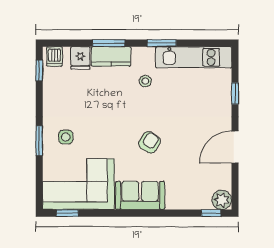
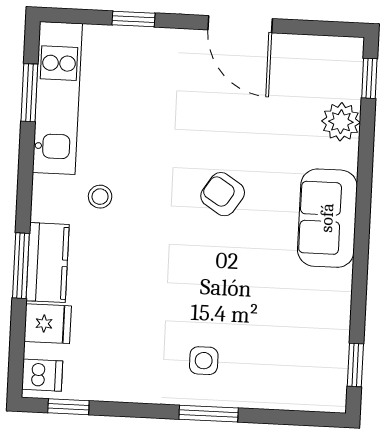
window: (162, 43) -> (29, 93), moved
corner sofa: (78, 184) -> (299, 340), removed
plant: (222, 200) -> (341, 122), moved

